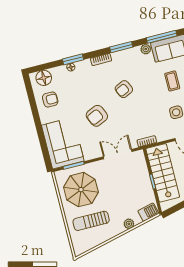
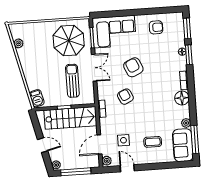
window: (121, 47) -> (187, 28), moved
floor lamp: (44, 78) -> (182, 98), moved
armchair: (124, 89) -> (125, 97), moved
armchair: (50, 100) -> (156, 27), turned -90
double door: (118, 154) -> (94, 68), moved
sun lounger: (91, 221) -> (72, 81), moved
plant: (129, 224) -> (19, 43), moved

